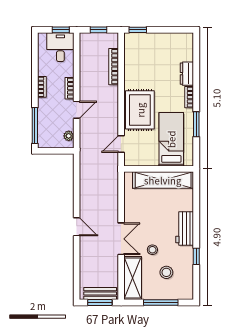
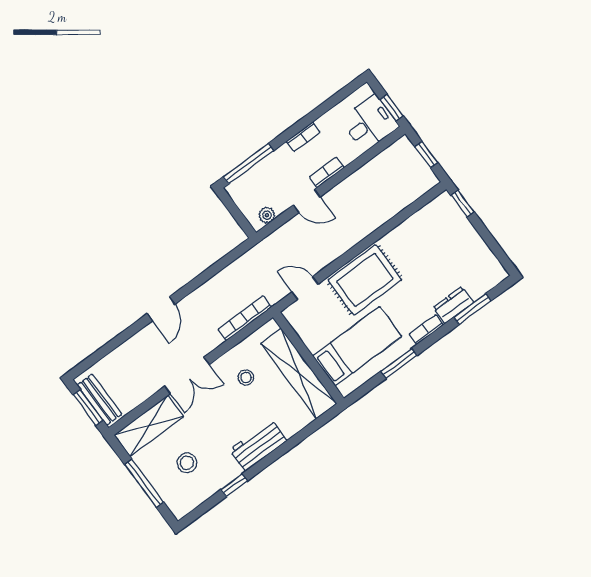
window: (196, 65) -> (472, 309), added
bookcase: (114, 67) -> (245, 318), moved
stool: (152, 250) -> (246, 377), moved

